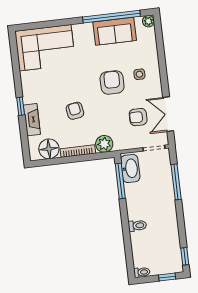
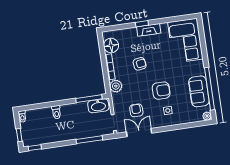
fireplace: (32, 120) -> (149, 30), moved

